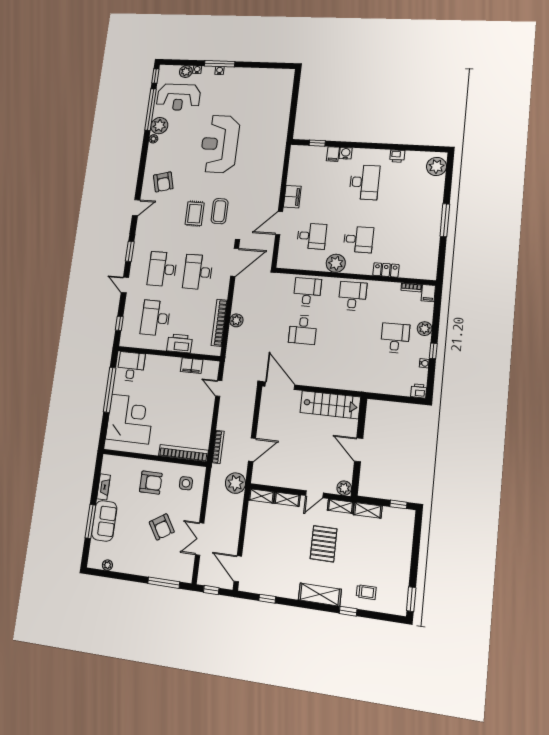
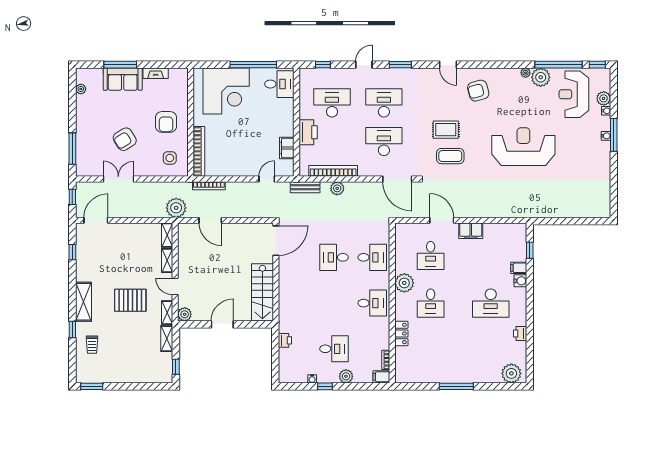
bench: (231, 351) -> (305, 187), added
printer: (419, 391) -> (285, 340), moved

